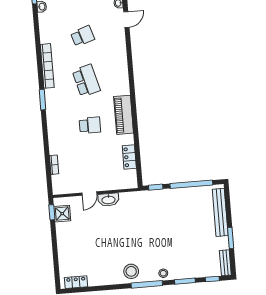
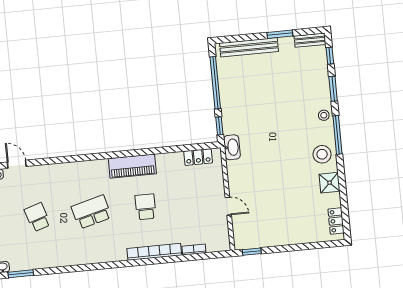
bookcase: (47, 66) -> (154, 252), moved
window: (43, 100) -> (21, 274), moved
locker: (129, 157) -> (198, 157), moved
washbasin: (108, 200) -> (232, 147), moved
shower: (62, 214) -> (330, 183), moved

